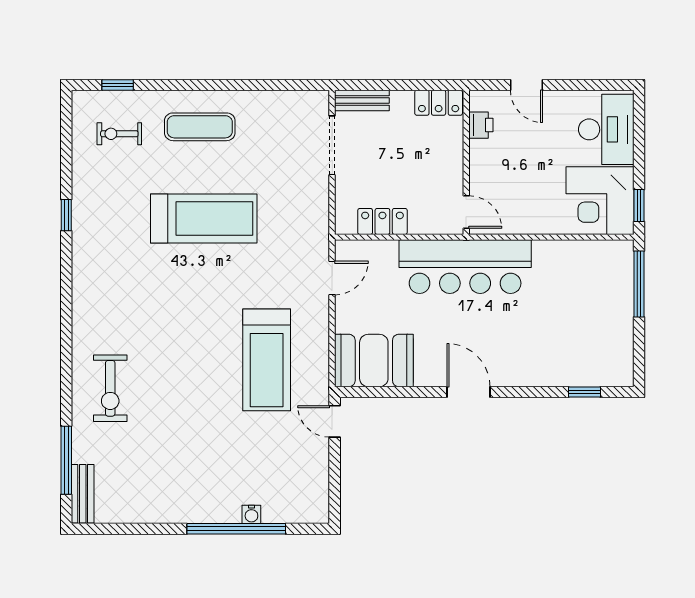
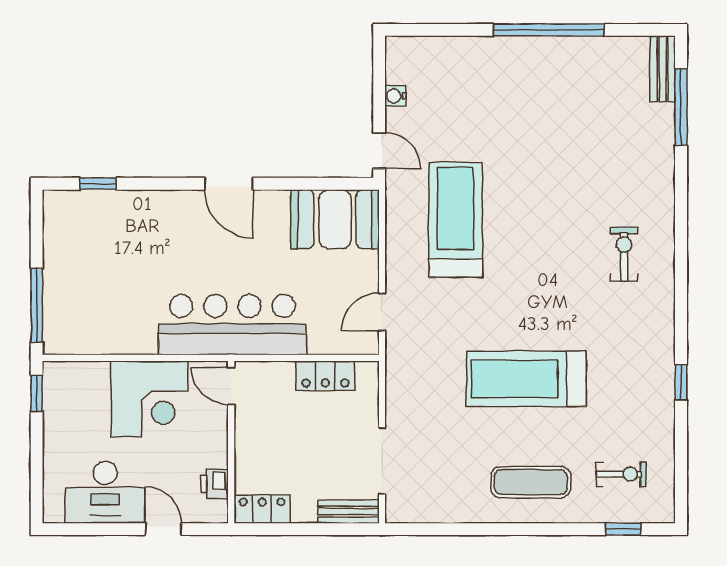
desk: (606, 129) -> (105, 492), moved, turned -90
corner desk: (600, 201) -> (149, 399), moved, turned 90
exercise bike: (110, 388) -> (624, 254), moved, width x0.73, depth x0.72
water cooler: (251, 514) -> (395, 96), moved, turned -90
window: (236, 529) -> (549, 30), moved

